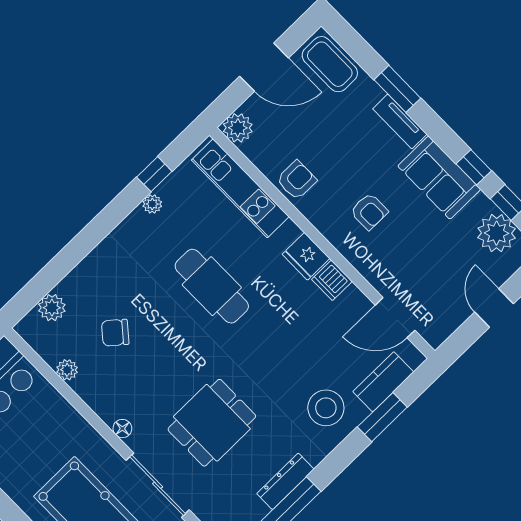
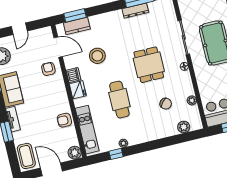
armchair: (369, 211) -> (48, 69), moved
stool: (326, 408) -> (97, 56), moved
window: (382, 417) -> (75, 15), moved
dining table: (212, 423) -> (149, 65), moved, turned 90

